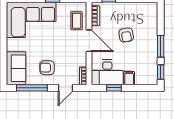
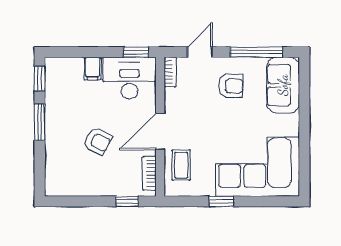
armchair: (126, 35) -> (98, 141), turned 126
door: (89, 41) -> (160, 131), hinge flipped
window: (114, 88) -> (136, 52), moved

